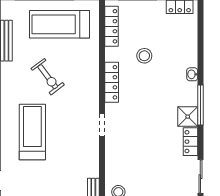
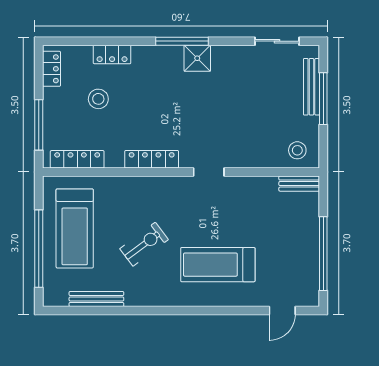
stool: (144, 56) -> (98, 99), moved
washbasin: (192, 74) -> (141, 52), removed
locker: (190, 142) -> (112, 54), moved

